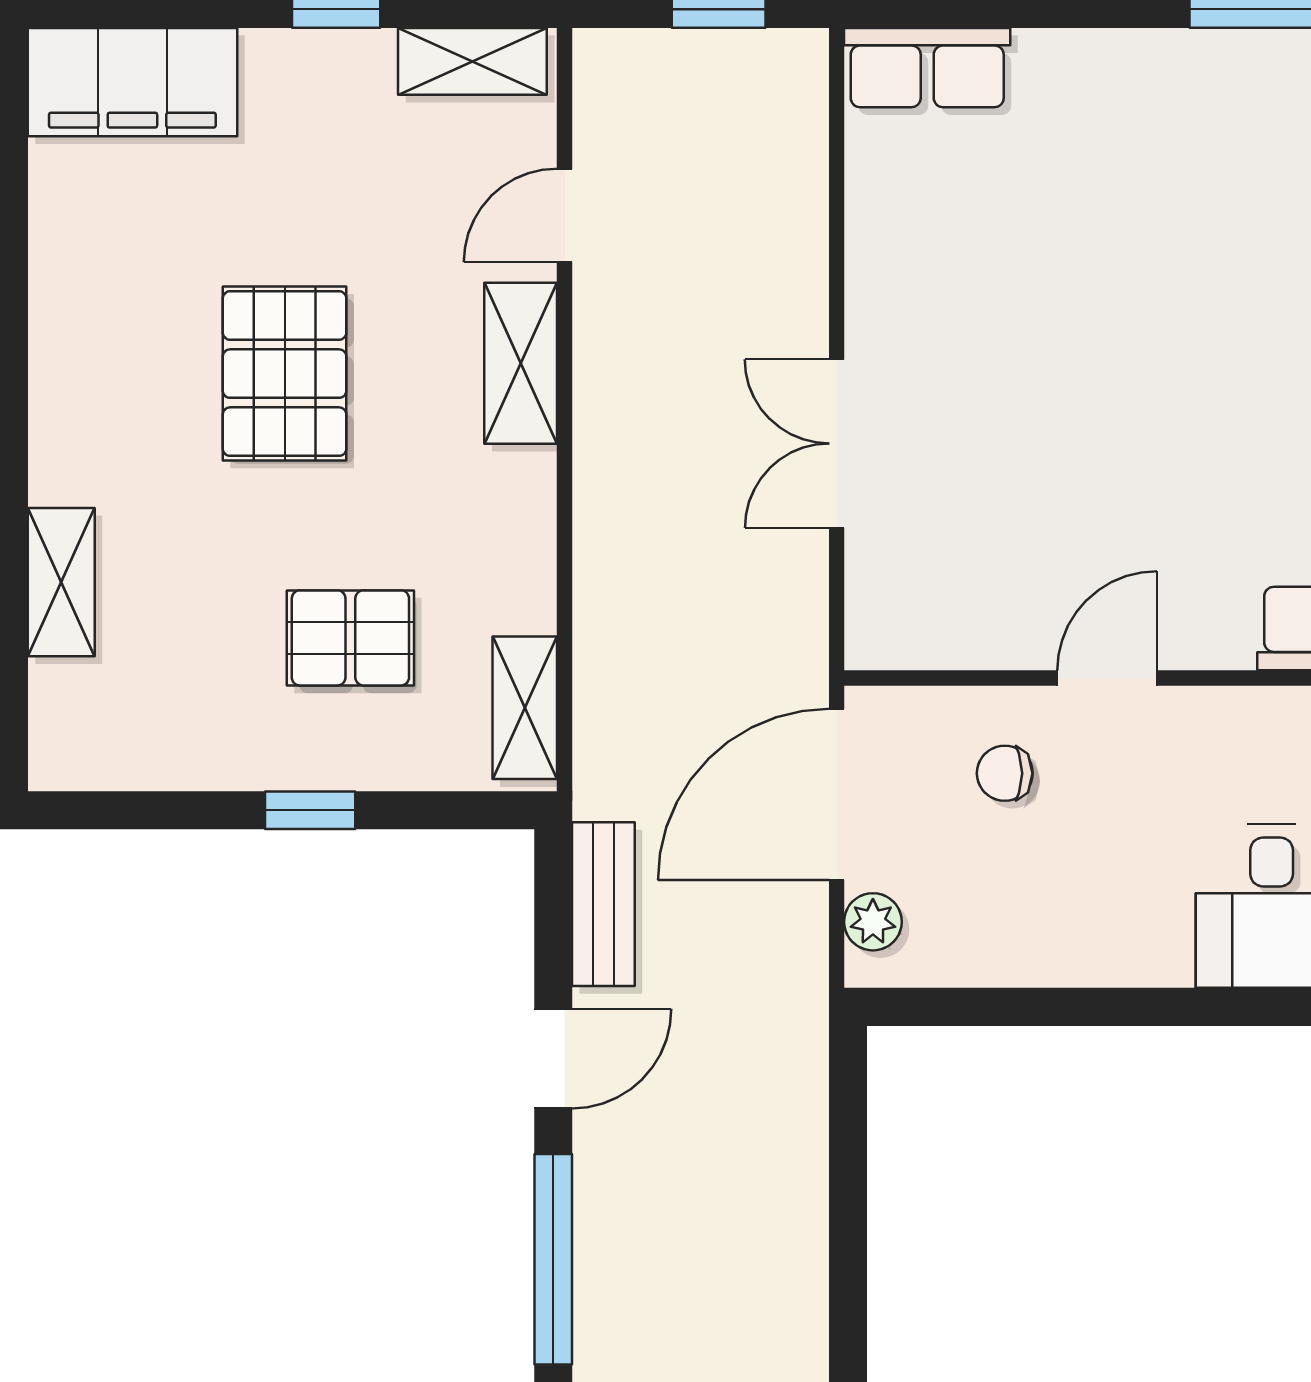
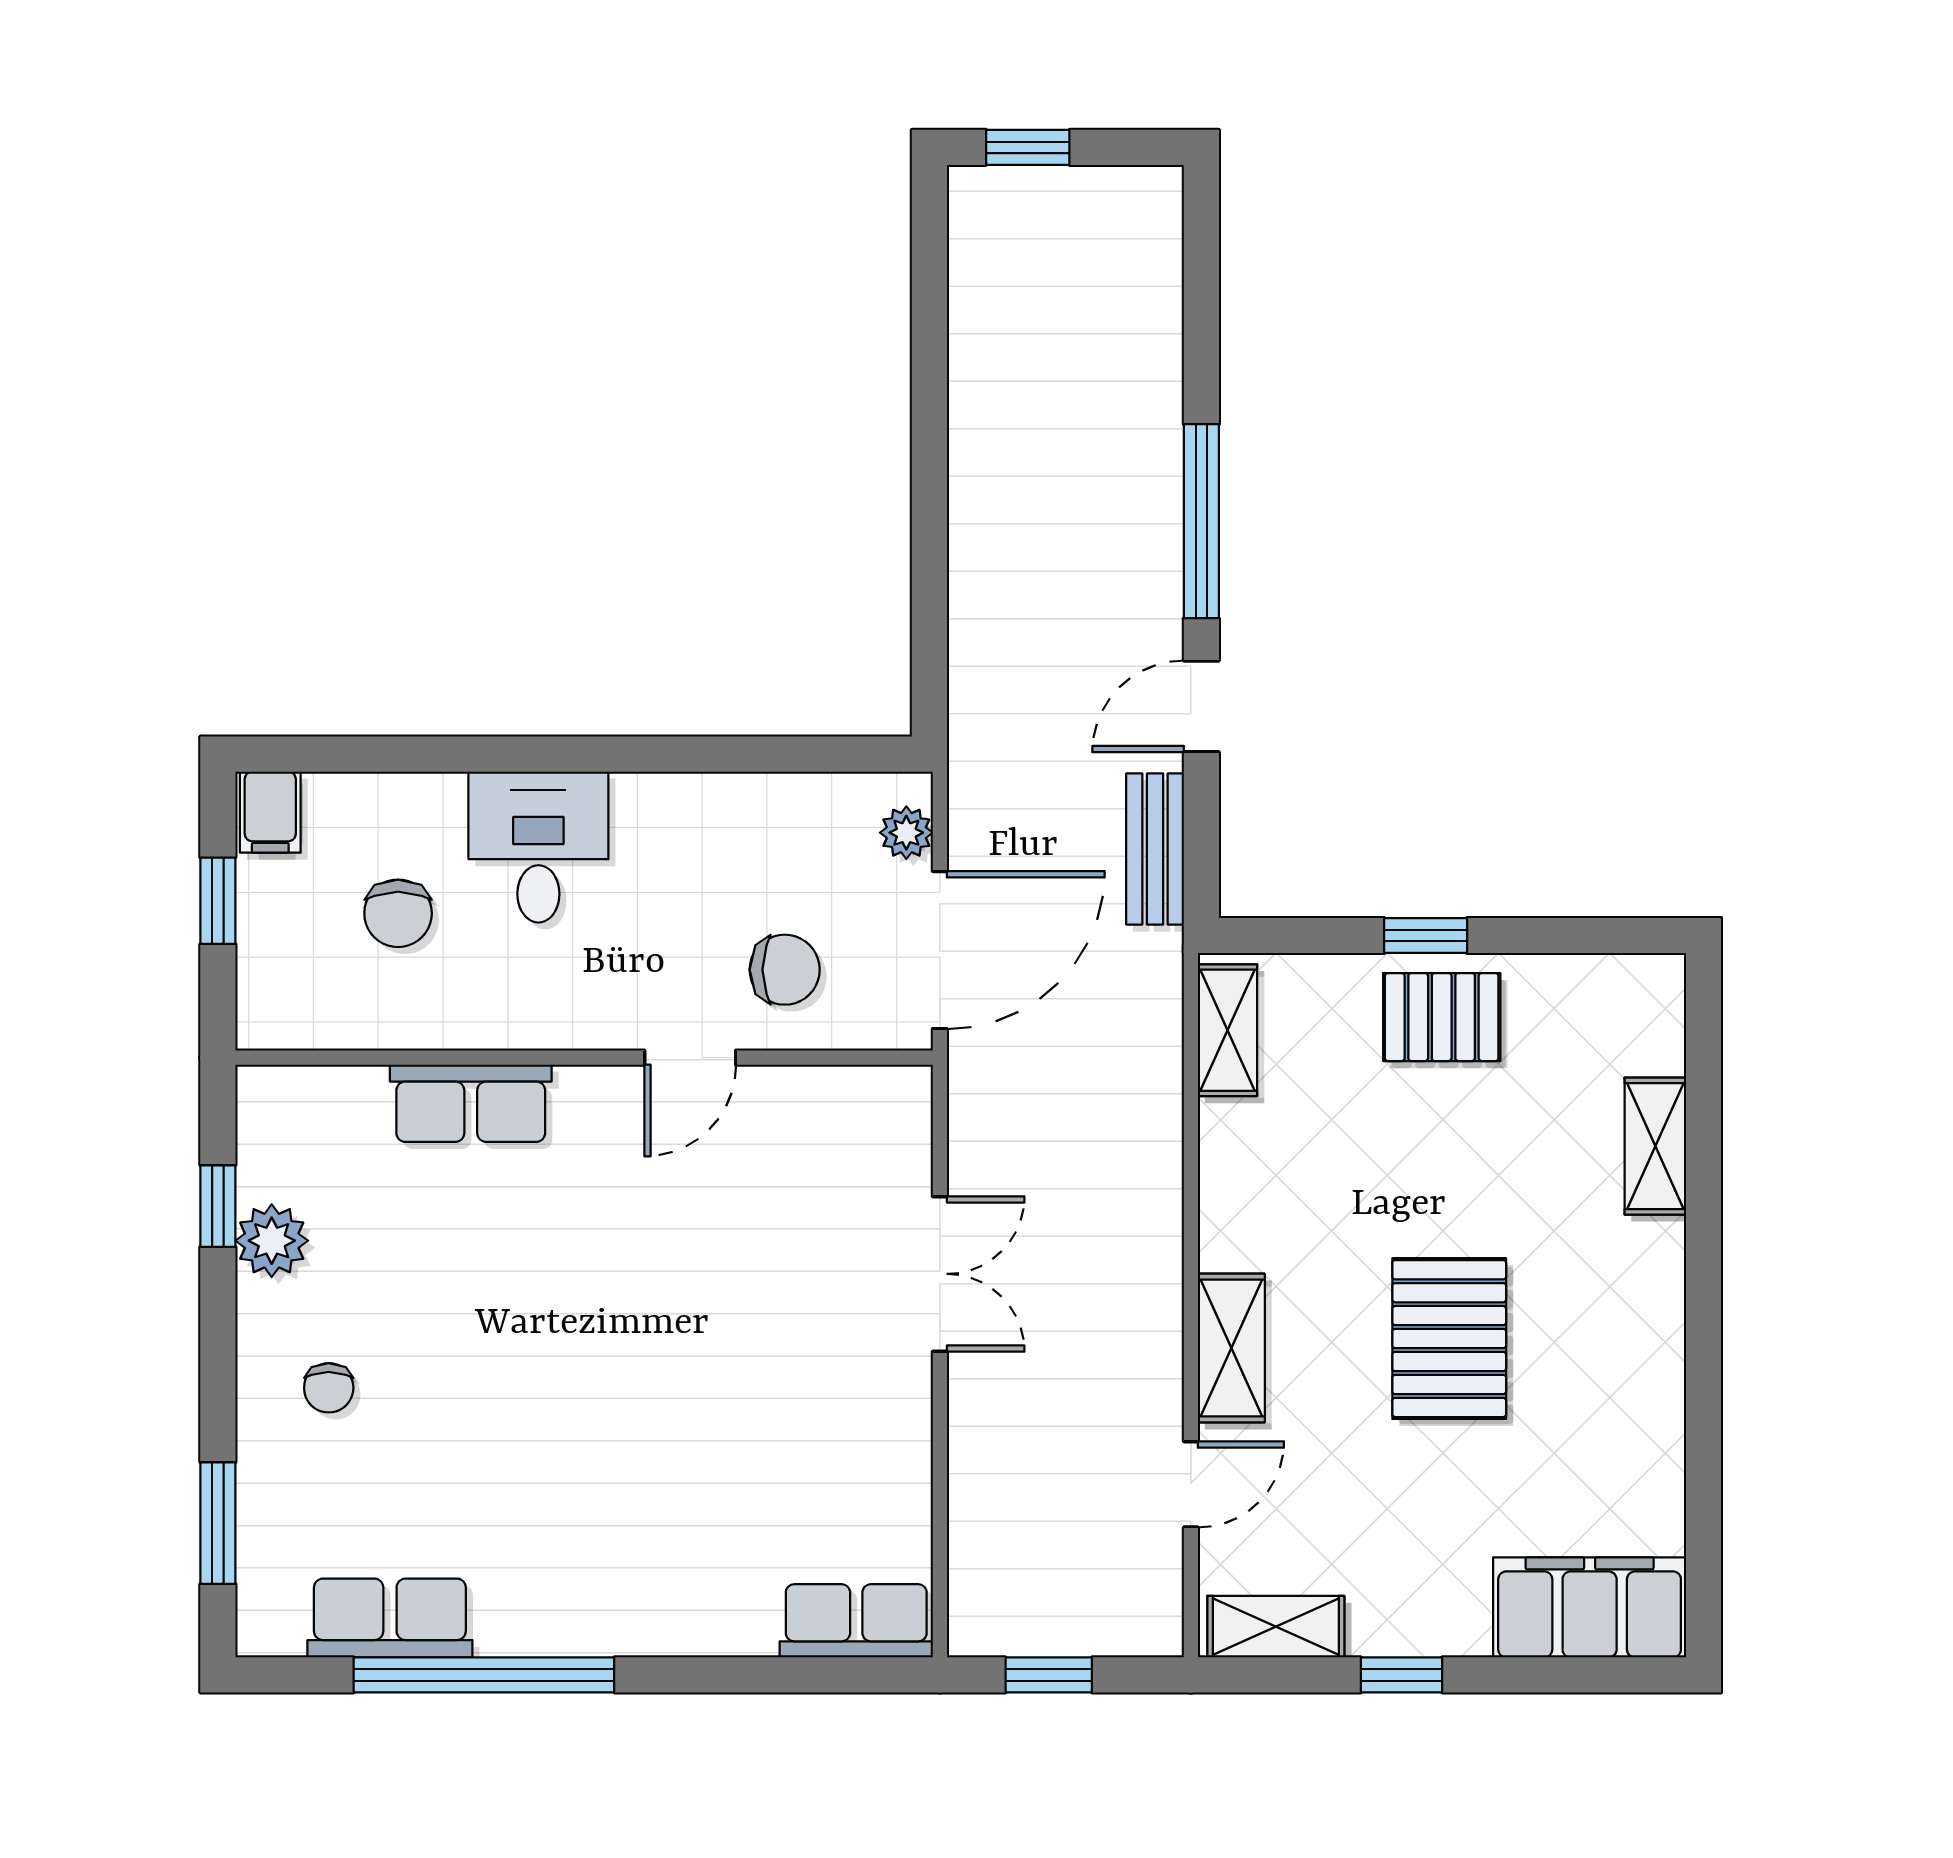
pallet: (350, 638) -> (1442, 1017), moved
chair: (1005, 773) -> (785, 970), width x1.37, depth x1.37

